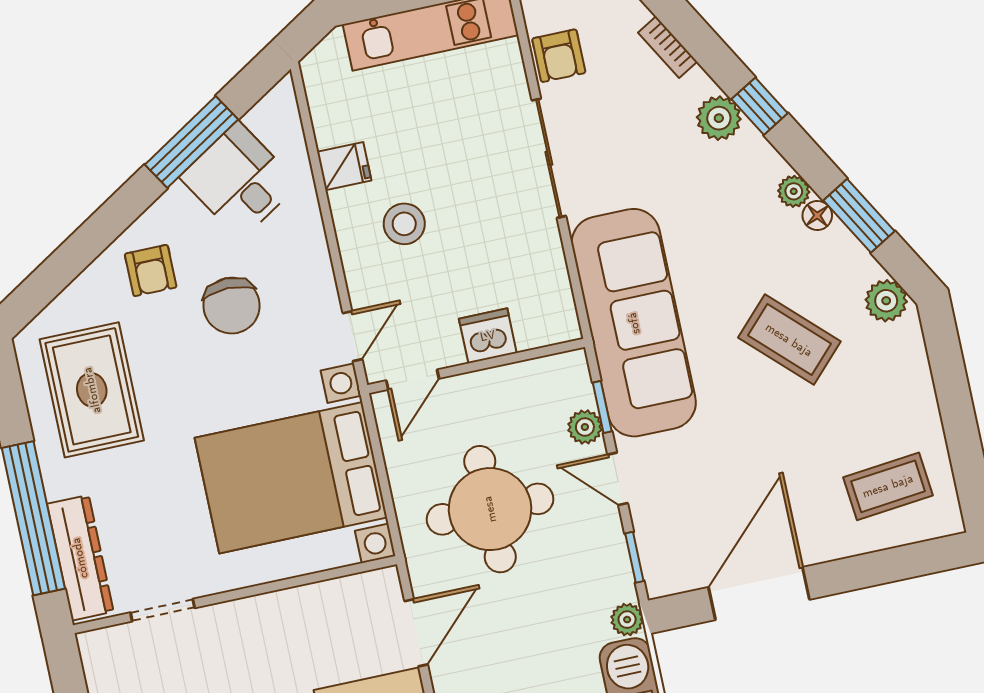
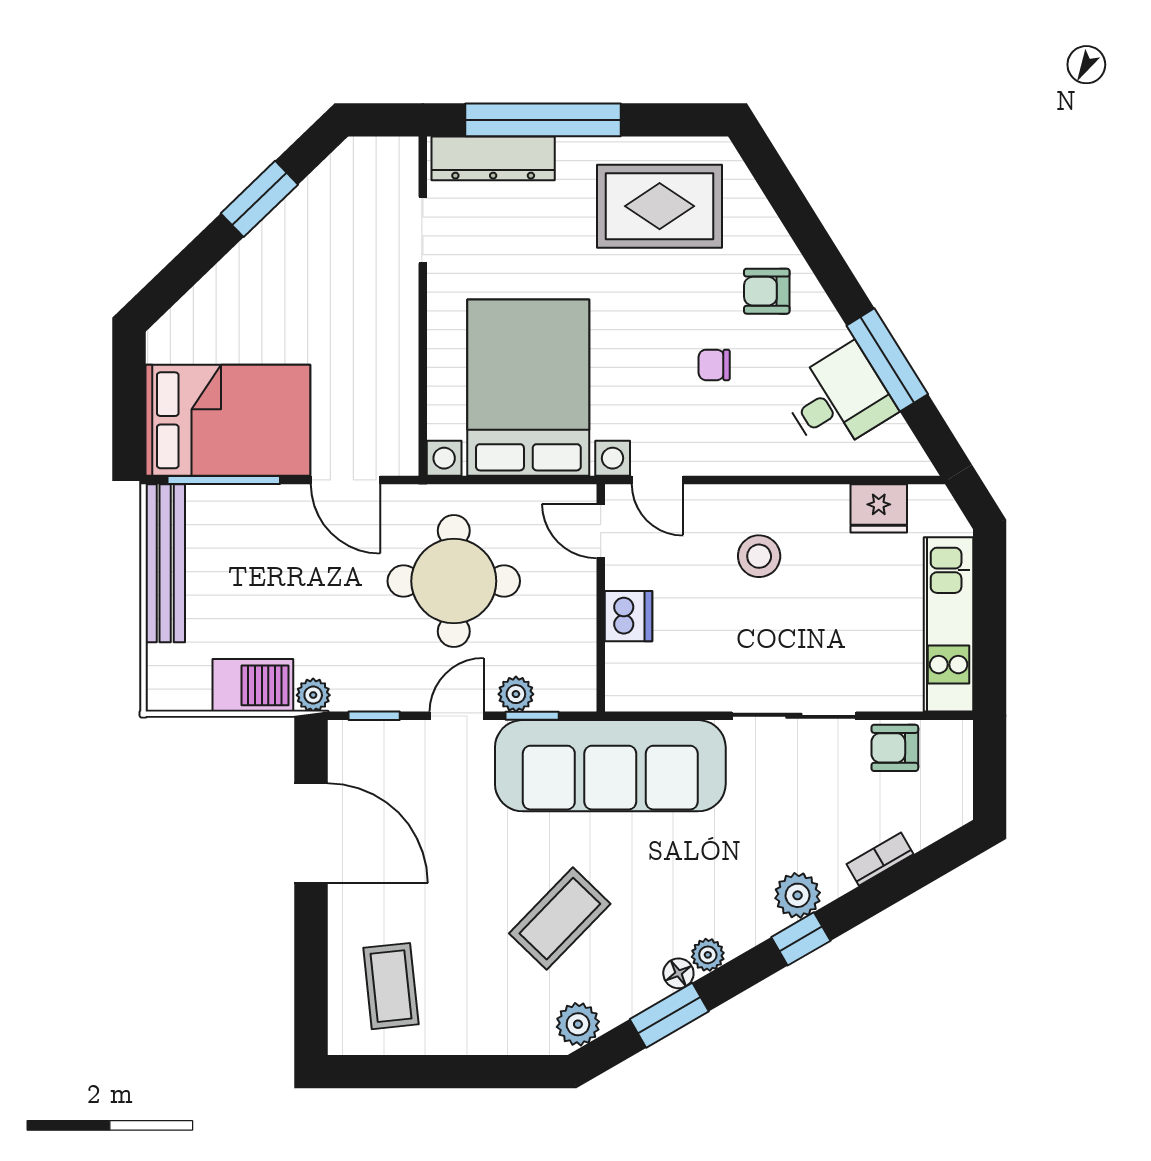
fridge: (344, 166) -> (879, 508), moved, width x1.38
chair: (232, 306) -> (714, 365), width x0.54, depth x0.54

